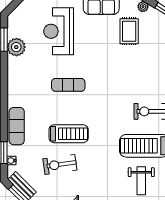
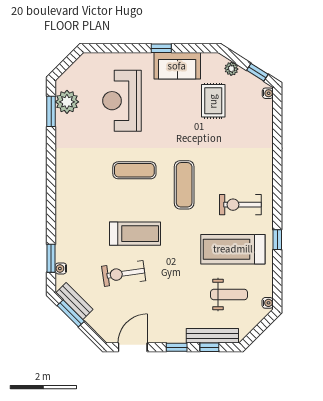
plant: (16, 47) -> (67, 102), moved
exercise mat: (17, 126) -> (184, 185), moved
weight bench: (141, 181) -> (229, 295), turned -90

